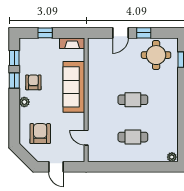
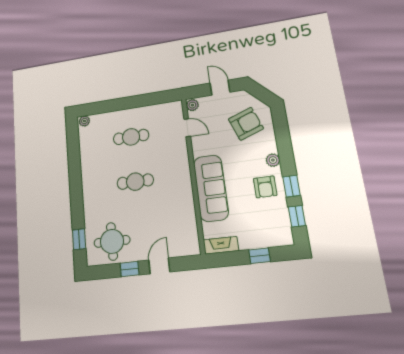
armchair: (40, 134) -> (246, 124), turned -110
plant: (80, 156) -> (192, 105), added

